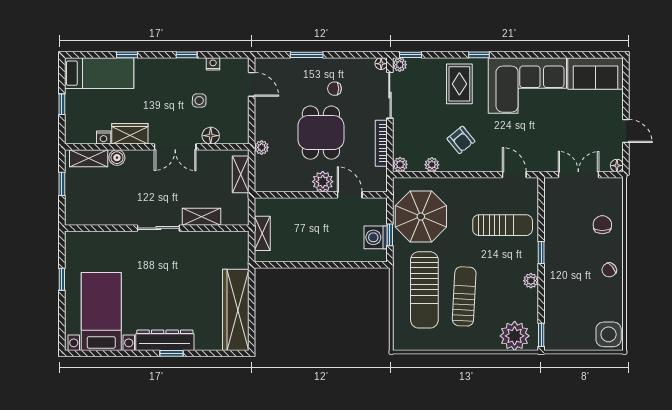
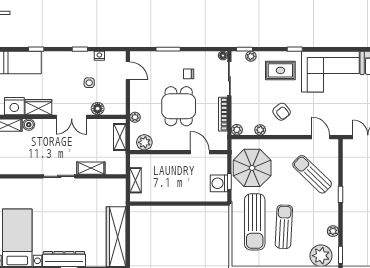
plant: (400, 65) -> (251, 56), moved
rug: (459, 84) -> (280, 70), turned 90
nightstand: (104, 138) -> (14, 106), width x1.89, depth x1.79
plant: (323, 182) -> (144, 142), moved
sun lounger: (503, 225) -> (312, 174), turned -136
plant: (531, 281) -> (333, 231), moved

